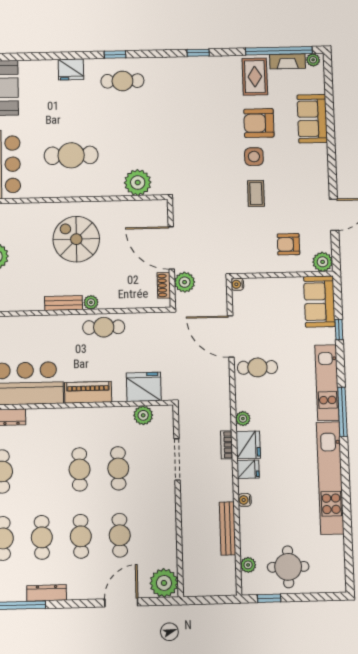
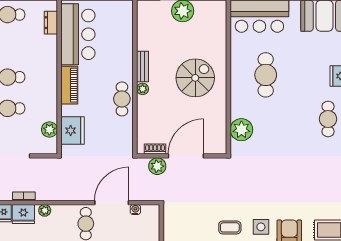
water cooler: (237, 284) -> (135, 210), moved

